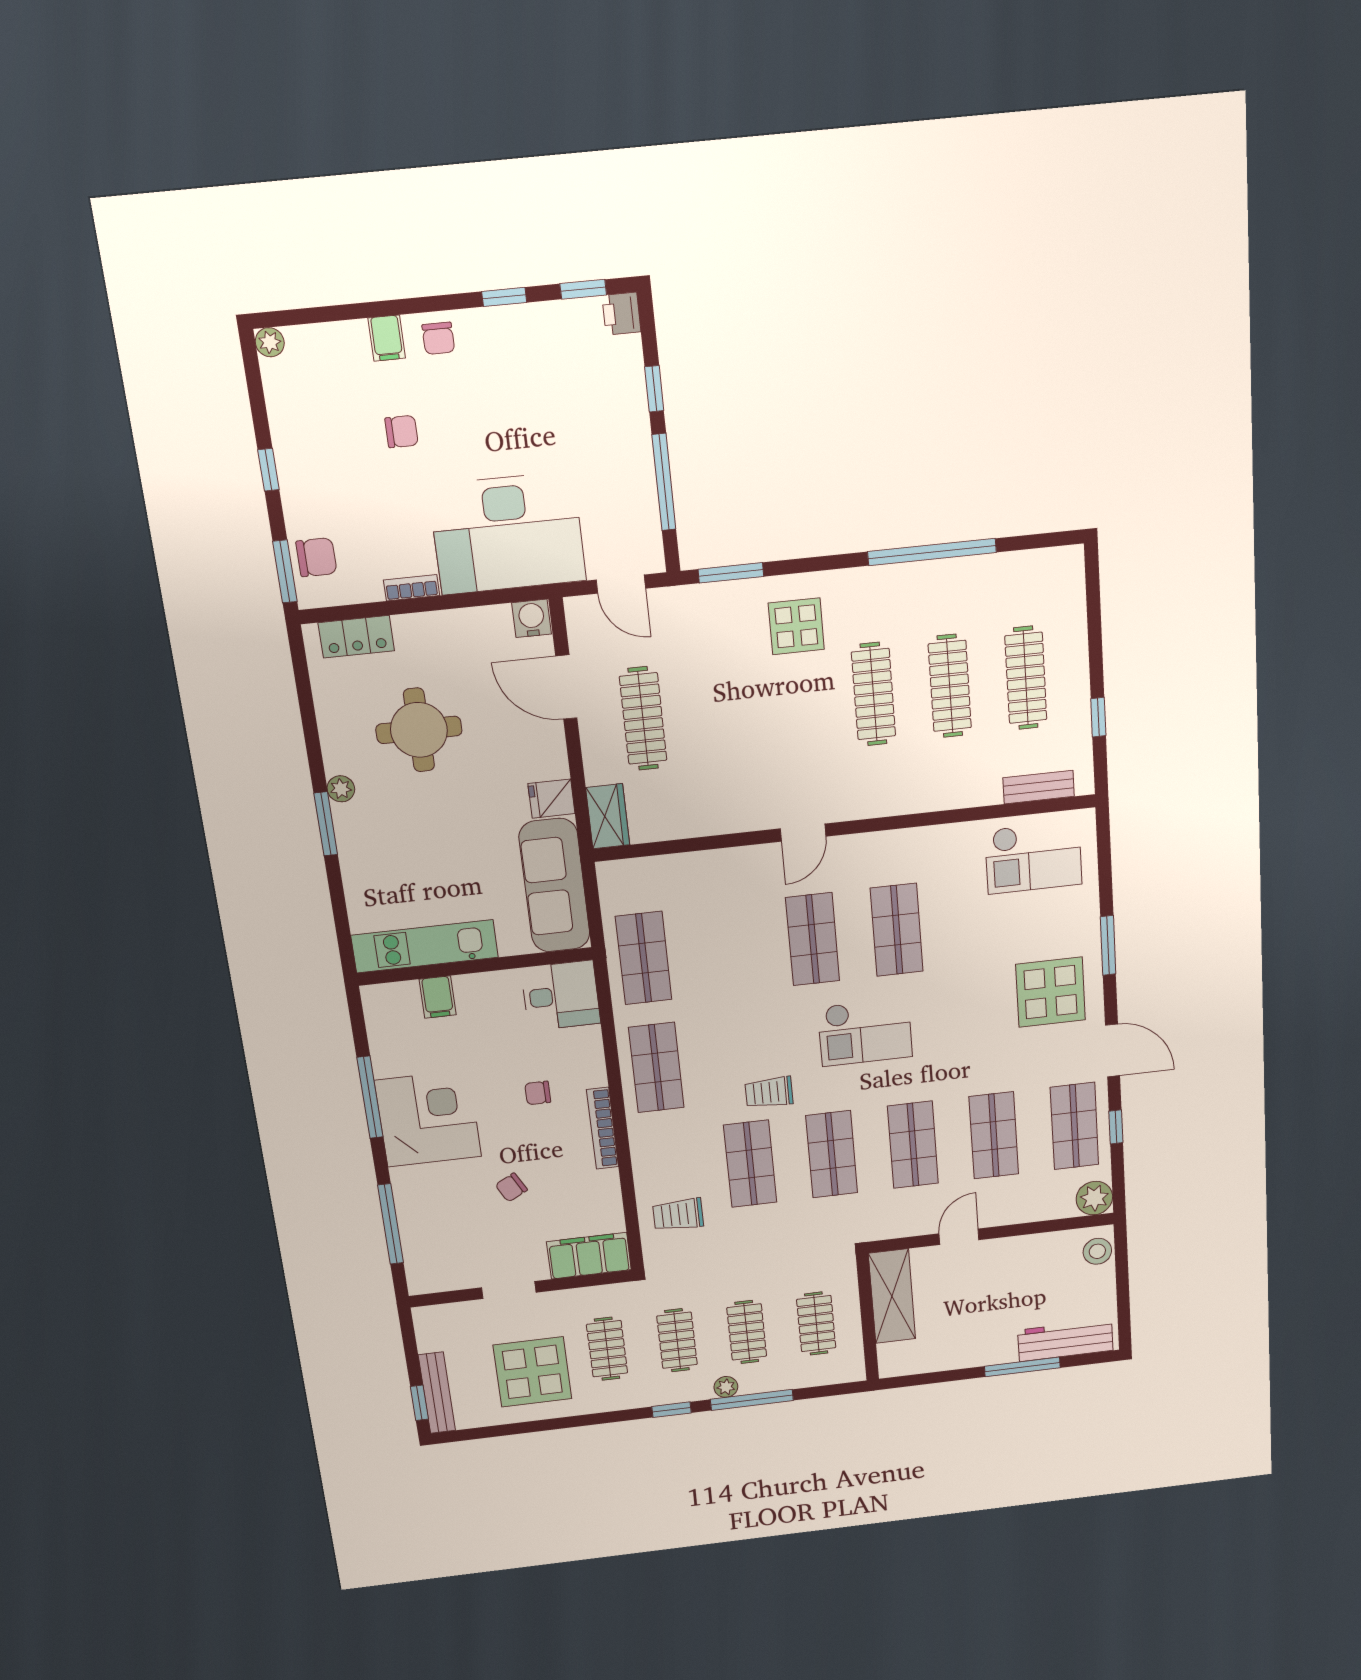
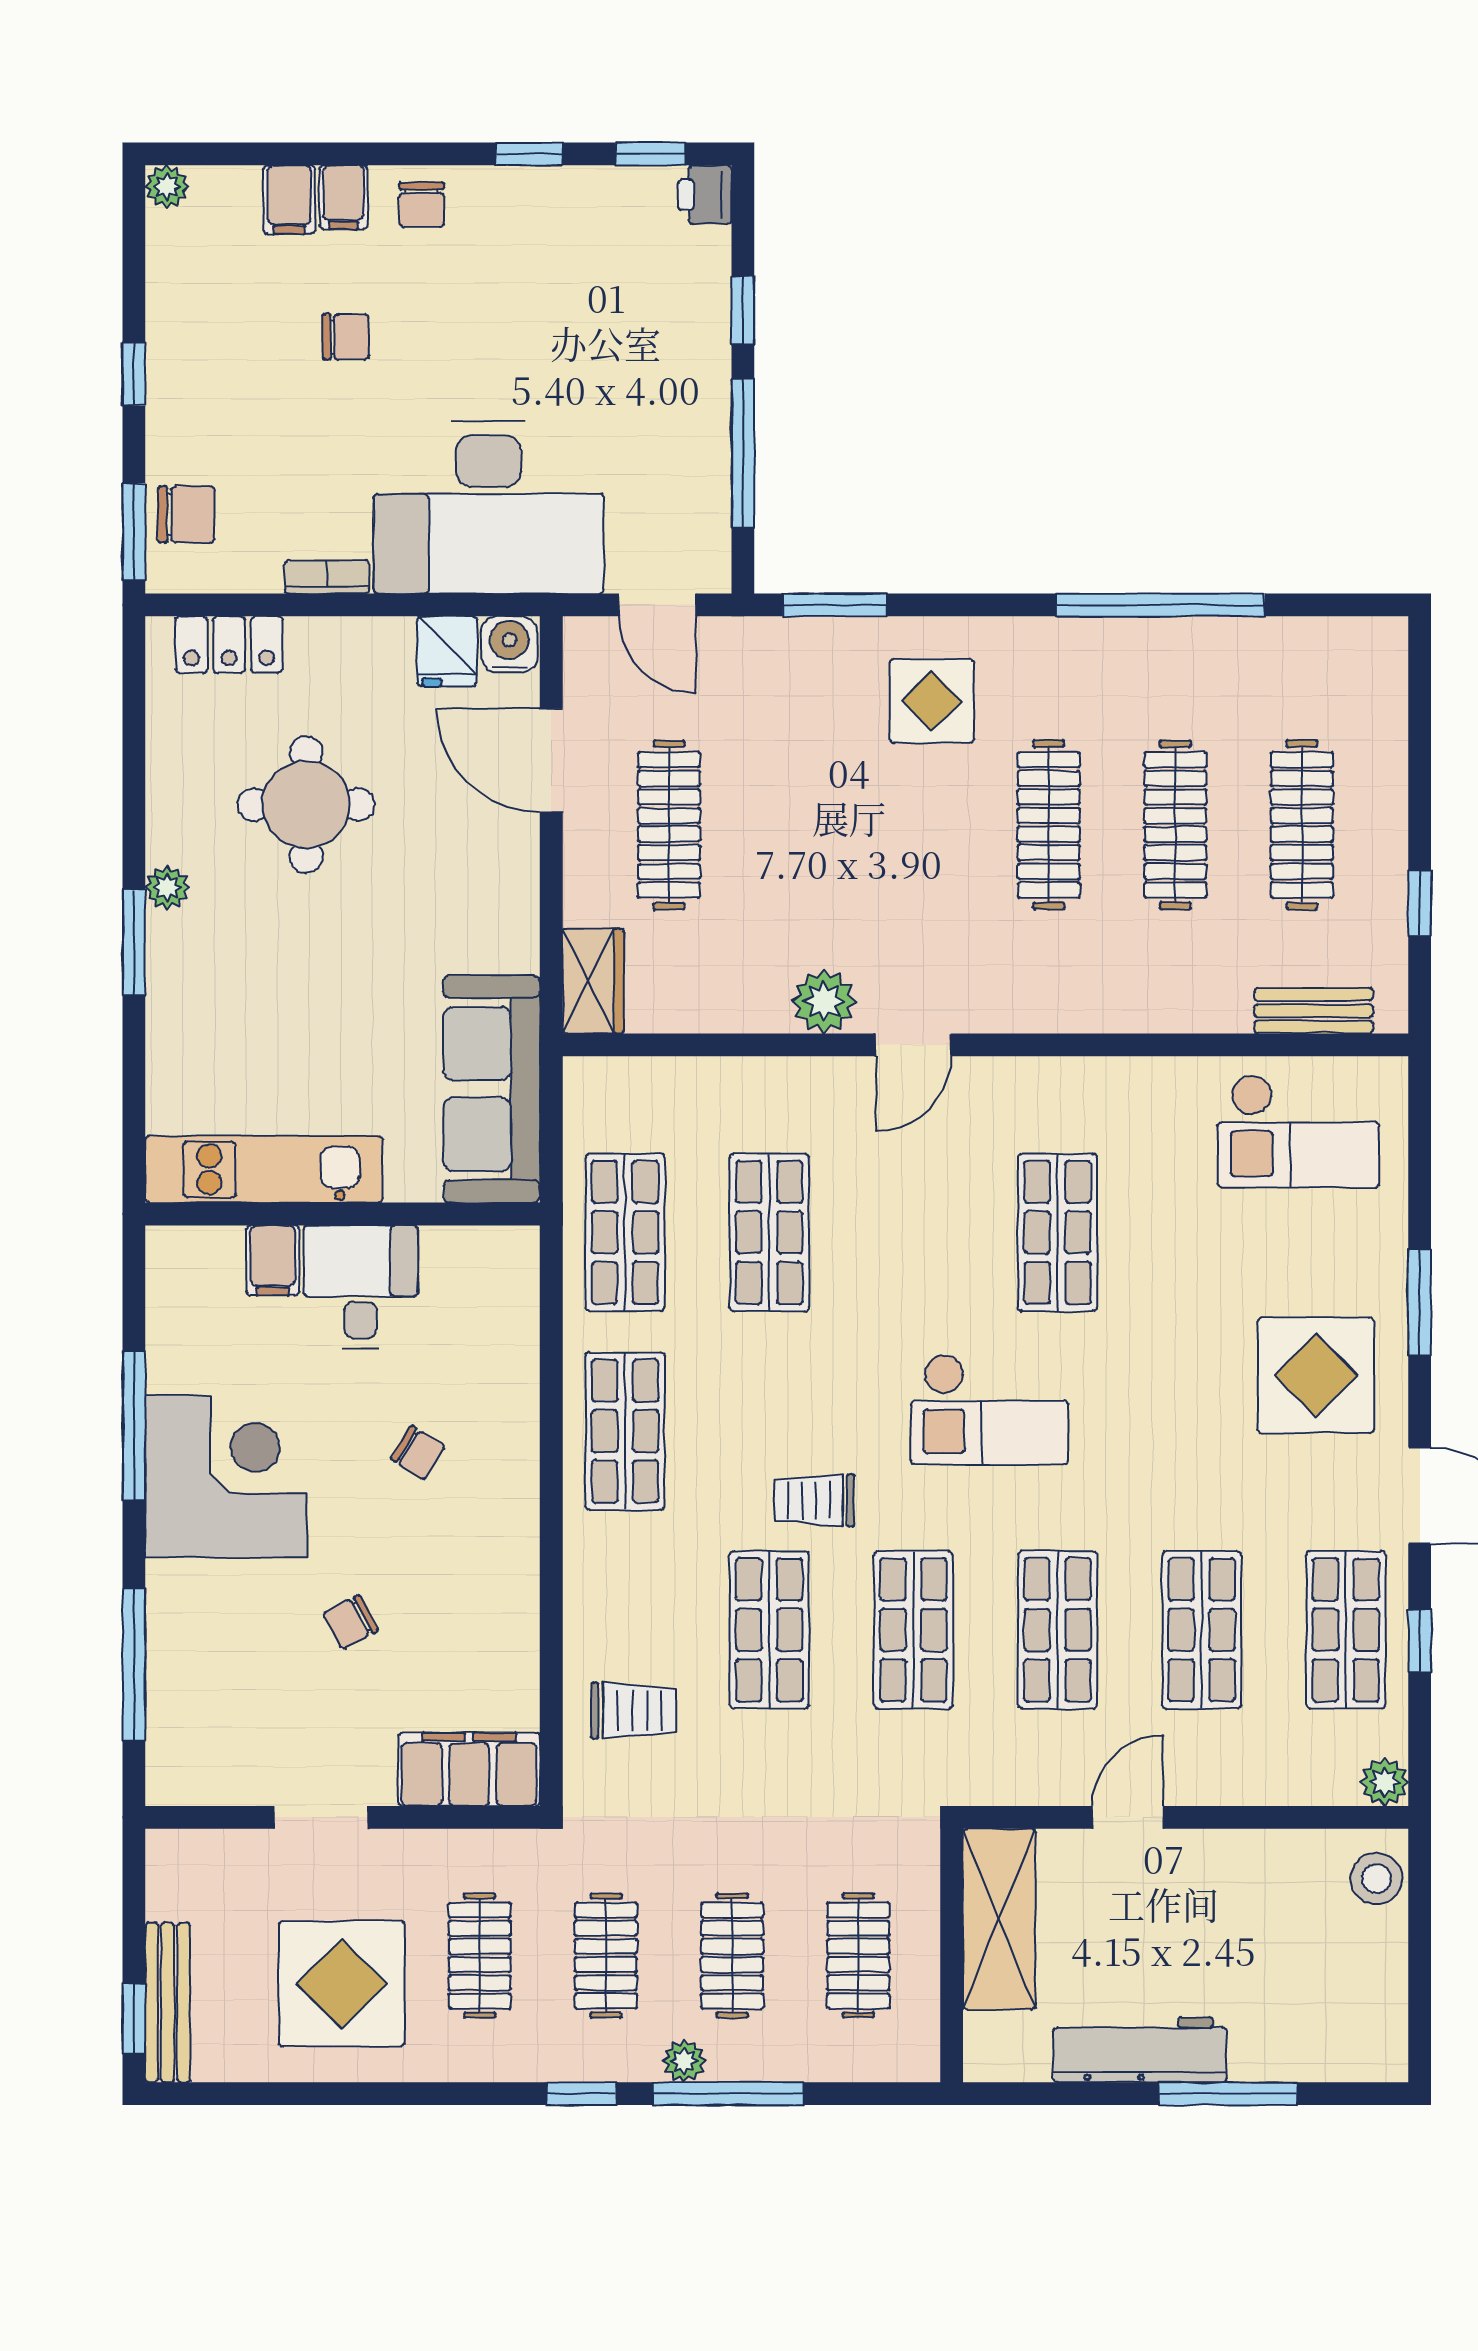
filing cabinet: (351, 343) -> (289, 200), added
fridge: (551, 799) -> (447, 651), moved, turned -90
plant: (748, 813) -> (824, 1001), added
shop shelf: (813, 939) -> (769, 1232), moved
desk: (561, 996) -> (361, 1287), moved, turned -90
chair: (538, 1093) -> (418, 1453), turned -148
bookcase: (603, 1128) -> (521, 1531), removed
plant: (1094, 1198) -> (1384, 1782), width x0.73, depth x0.73
trolley: (678, 1215) -> (634, 1710), turned 180
workbench: (1065, 1340) -> (1140, 2050), moved

